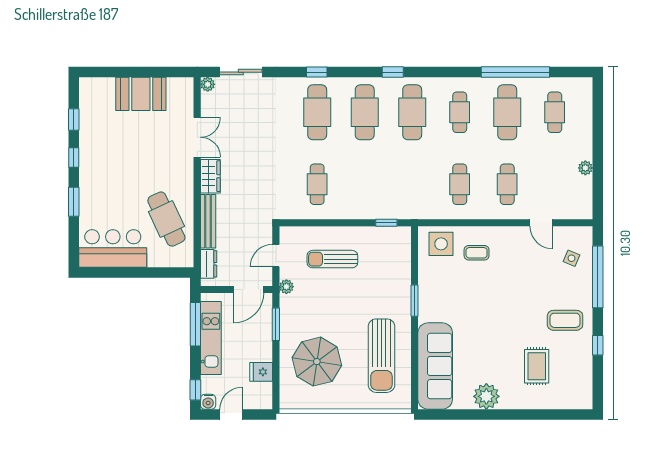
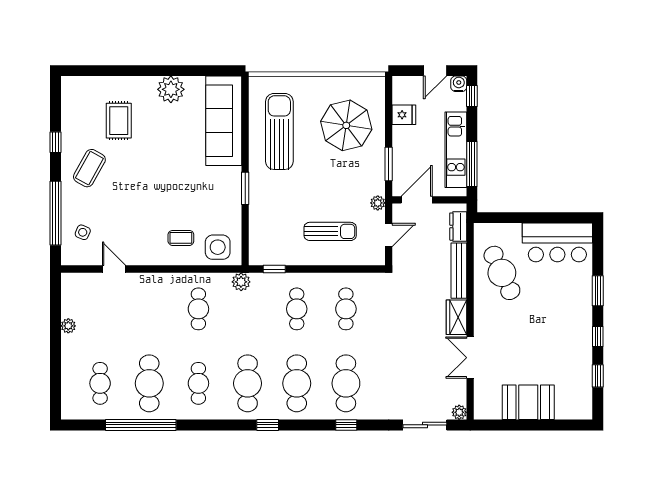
cafe table: (507, 184) -> (297, 309), moved
plant: (418, 210) -> (241, 282), added
coffee table: (565, 320) -> (89, 168), turned -61

